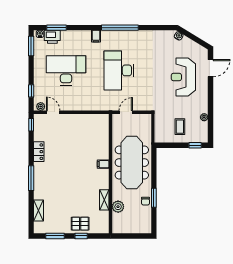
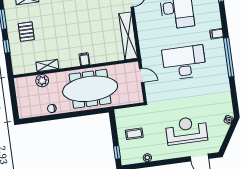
shelving: (87, 120) -> (128, 36), added
window: (154, 198) -> (56, 117), removed
pallet: (80, 224) -> (26, 32), moved

